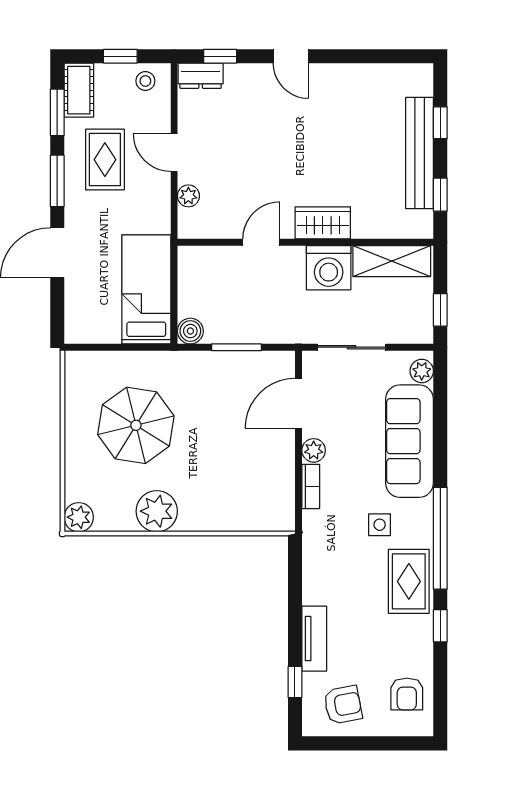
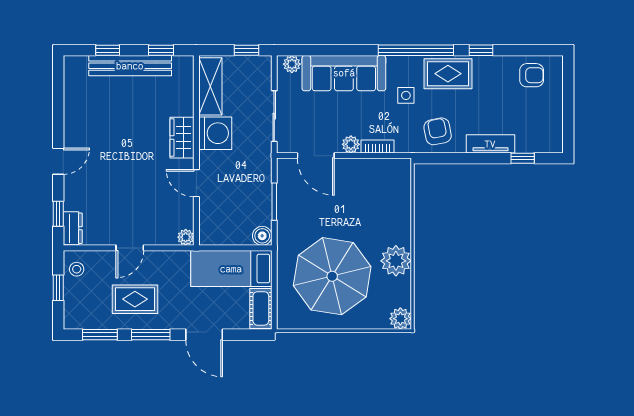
cot: (79, 90) -> (261, 308), moved, turned 90
plant: (188, 196) -> (186, 237), moved
parasol: (136, 425) -> (332, 276), width x1.36, depth x1.36
armchair: (343, 705) -> (438, 131), moved

